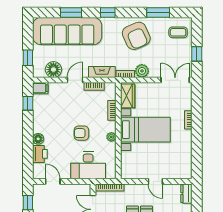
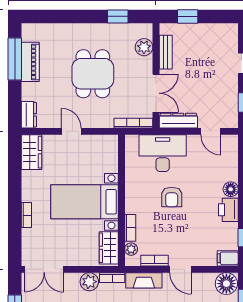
floor lamp: (53, 70) -> (226, 284), moved
door: (75, 80) -> (180, 269), hinge flipped
armchair: (81, 133) -> (172, 197), turned 90
plant: (111, 137) -> (131, 249), moved
printer: (40, 154) -> (228, 210), moved
wardrobe: (184, 166) -> (31, 152), added
dresser: (77, 189) -> (178, 121), added

